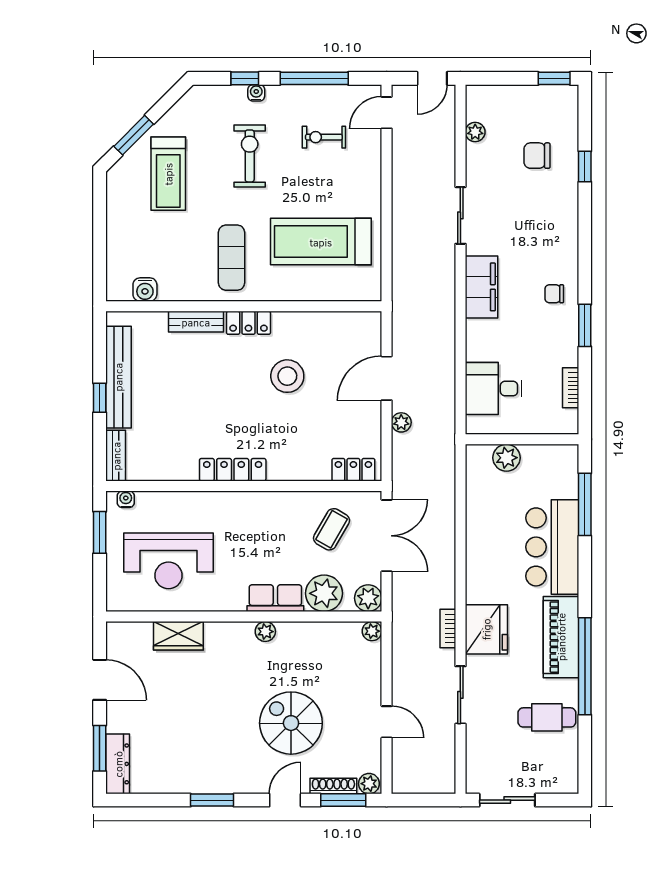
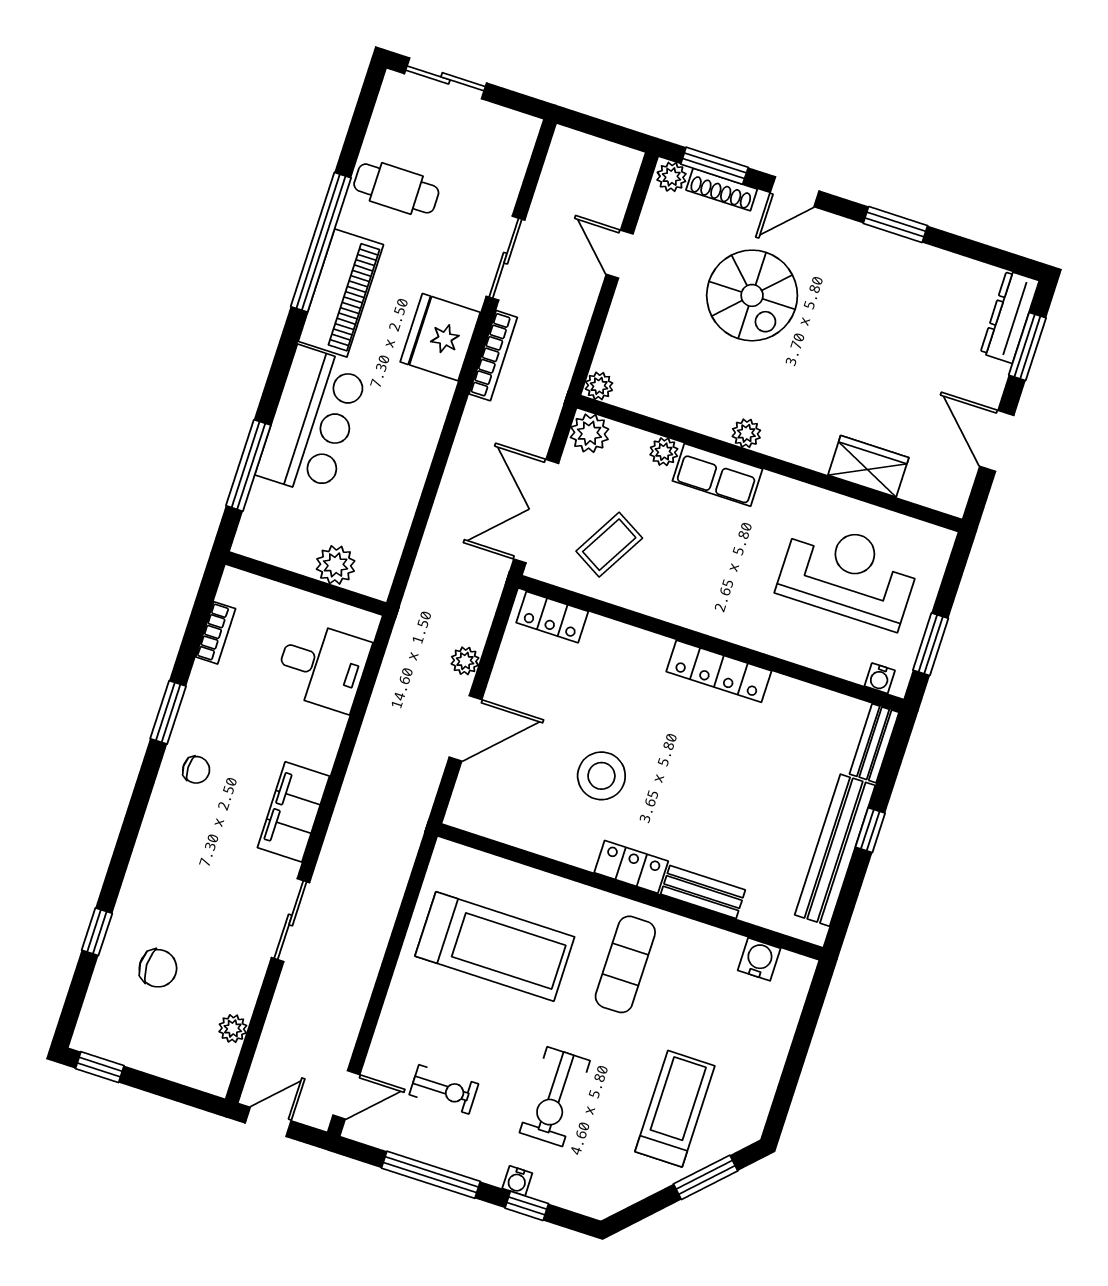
plant: (324, 593) -> (664, 452), width x0.53, depth x0.53
bookcase: (448, 628) -> (493, 356), width x1.56
sliding door: (507, 800) -> (446, 78), moved

